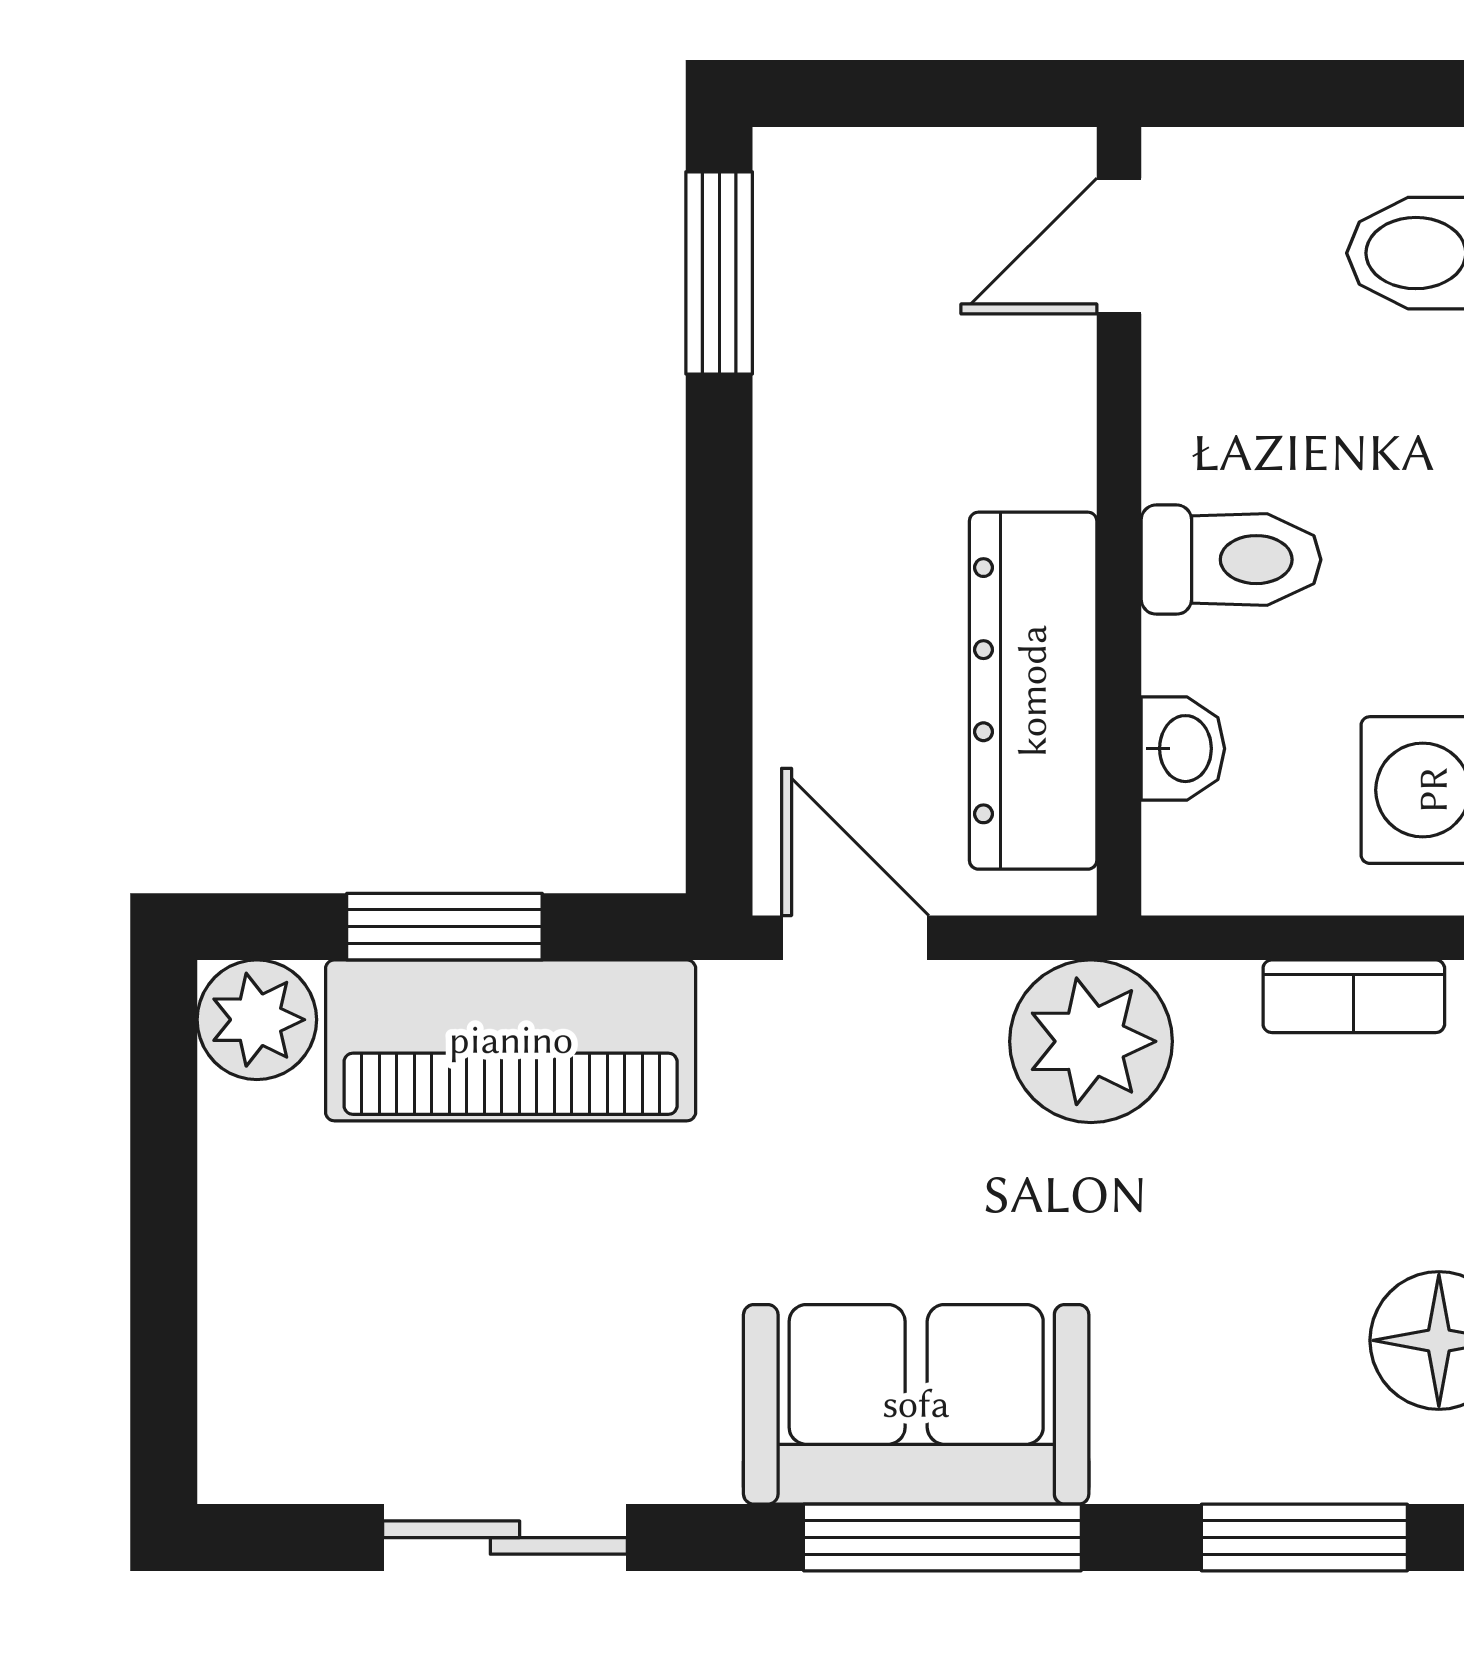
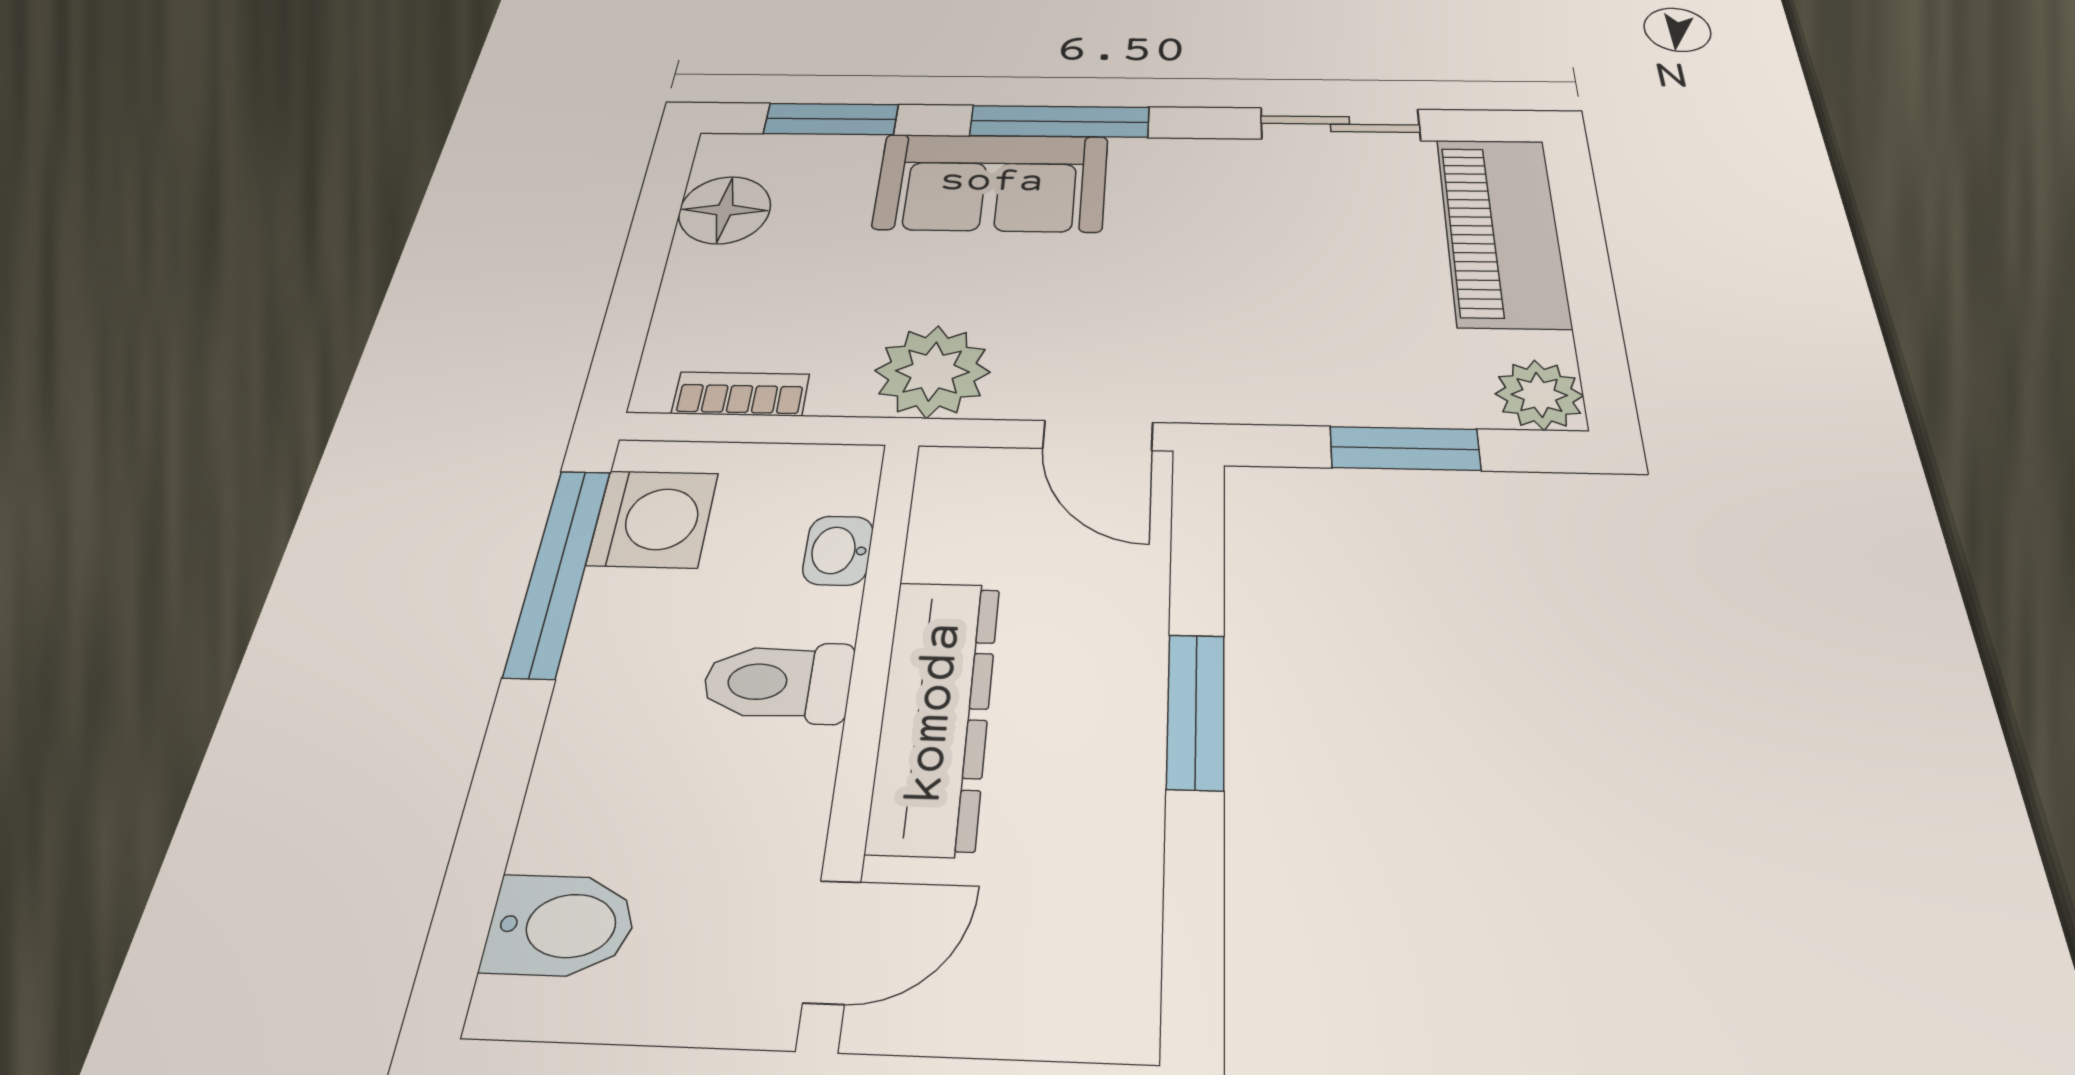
window: (719, 273) -> (1196, 711), moved
dresser: (1033, 691) -> (935, 713), moved
piano: (511, 1040) -> (1502, 231), moved, turned -90
sofa: (916, 1404) -> (992, 182), moved

